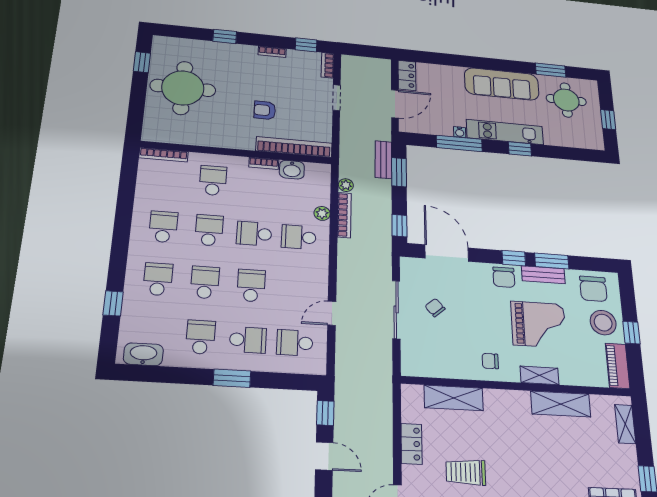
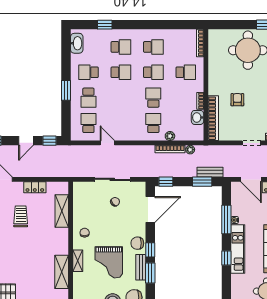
school desk: (251, 286) -> (121, 98), removed
school desk: (201, 337) -> (88, 72), turned 180

